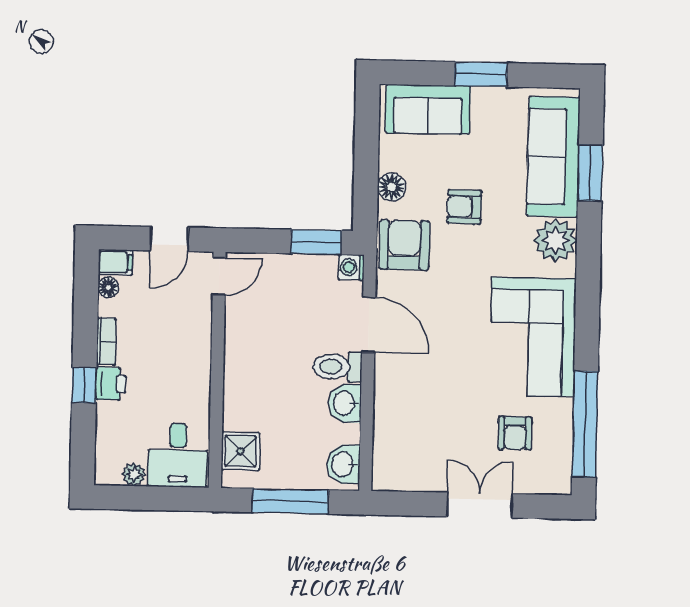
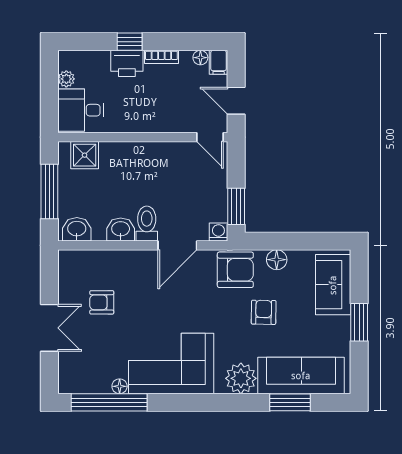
printer: (111, 384) -> (127, 63), width x1.36, depth x1.24
floor lamp: (563, 409) -> (120, 386), added
armchair: (515, 433) -> (102, 302), moved

